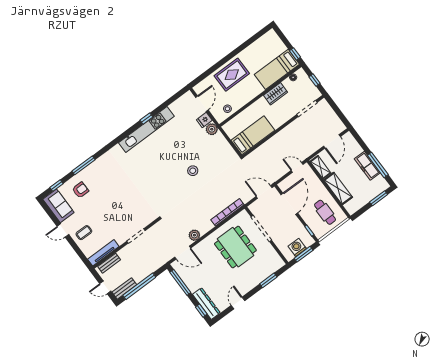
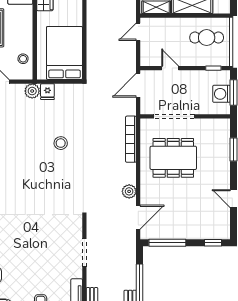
fridge: (204, 120) -> (47, 92), moved
bed: (253, 135) -> (65, 53), width x1.50
door: (289, 204) -> (170, 68), width x0.53
dresser: (206, 304) -> (210, 232), removed

